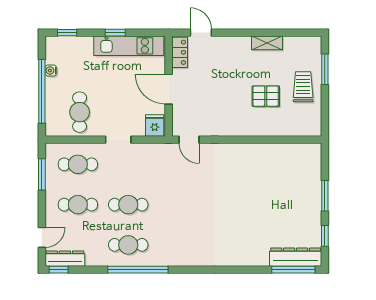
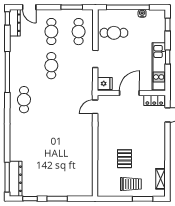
shelving: (267, 43) -> (160, 179), moved
cafe table: (128, 245) -> (24, 100), moved

